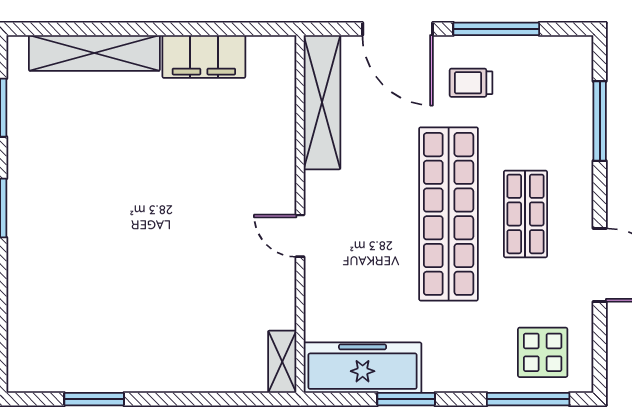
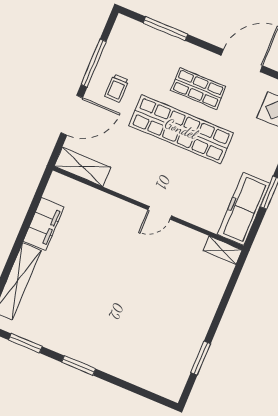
shelving: (322, 102) -> (83, 167), width x0.68

